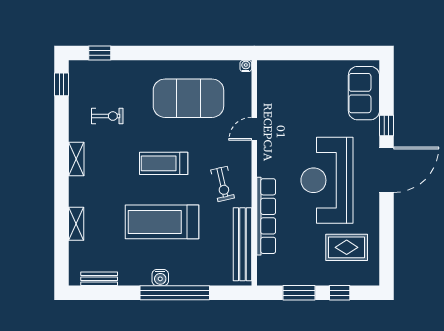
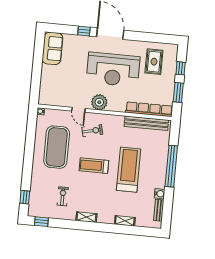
sofa: (364, 93) -> (52, 48), moved, turned -90
plant: (270, 162) -> (99, 102), added
treadmill: (164, 163) -> (94, 166), turned 90
exercise bike: (223, 184) -> (92, 131), moved
row of seats: (266, 216) -> (149, 109), moved
treadmill: (162, 222) -> (129, 170), turned 180
water cooler: (160, 278) -> (160, 194), moved

